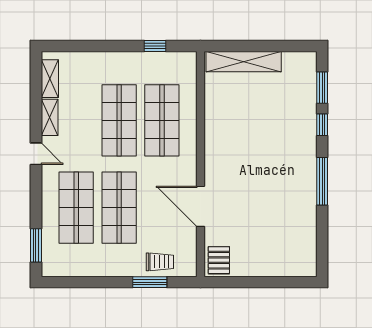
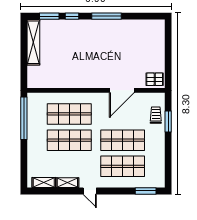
window: (155, 46) -> (24, 118), width x3.17
shelving: (244, 62) -> (33, 42), moved
door: (36, 154) -> (90, 191), swing flipped

